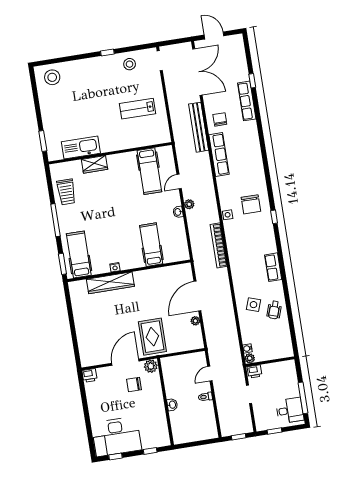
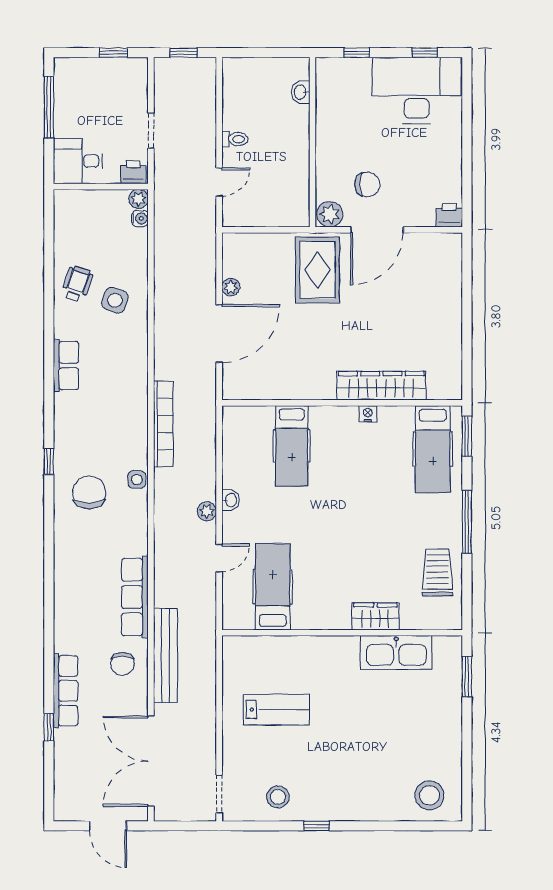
washbasin: (172, 405) -> (301, 92), moved
desk: (290, 410) -> (78, 161), moved

